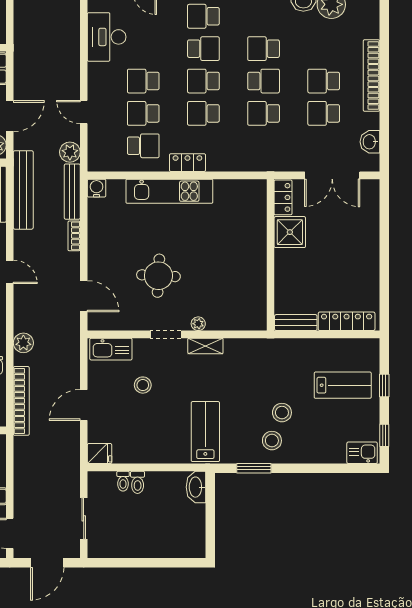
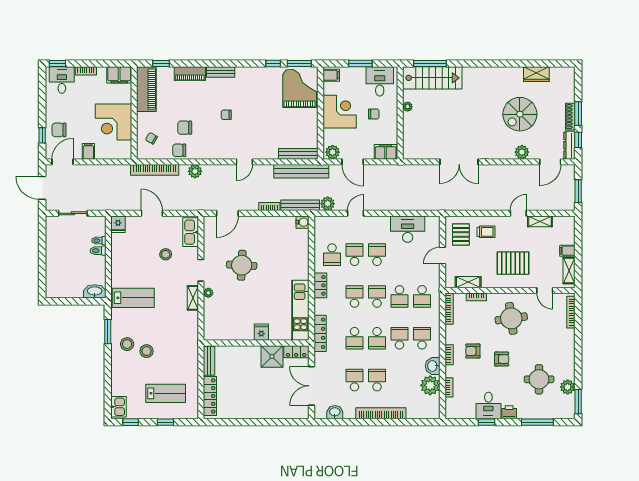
school desk: (203, 16) -> (422, 296), turned 180
school desk: (264, 16) -> (422, 338), added
school desk: (264, 113) -> (354, 338), turned 180
locker: (256, 163) -> (320, 333), added
kitchen unit: (169, 191) -> (300, 310), moved
fridge: (255, 247) -> (261, 332), added
lab bench: (343, 385) -> (166, 393), turned -90

